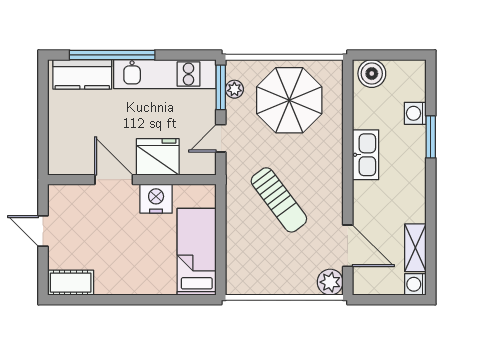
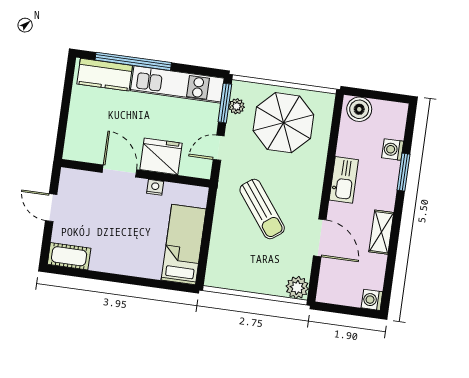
nightstand: (156, 199) -> (155, 187), width x0.53, depth x0.56
door: (348, 246) -> (320, 238), moved
shelving: (415, 248) -> (381, 232), moved

